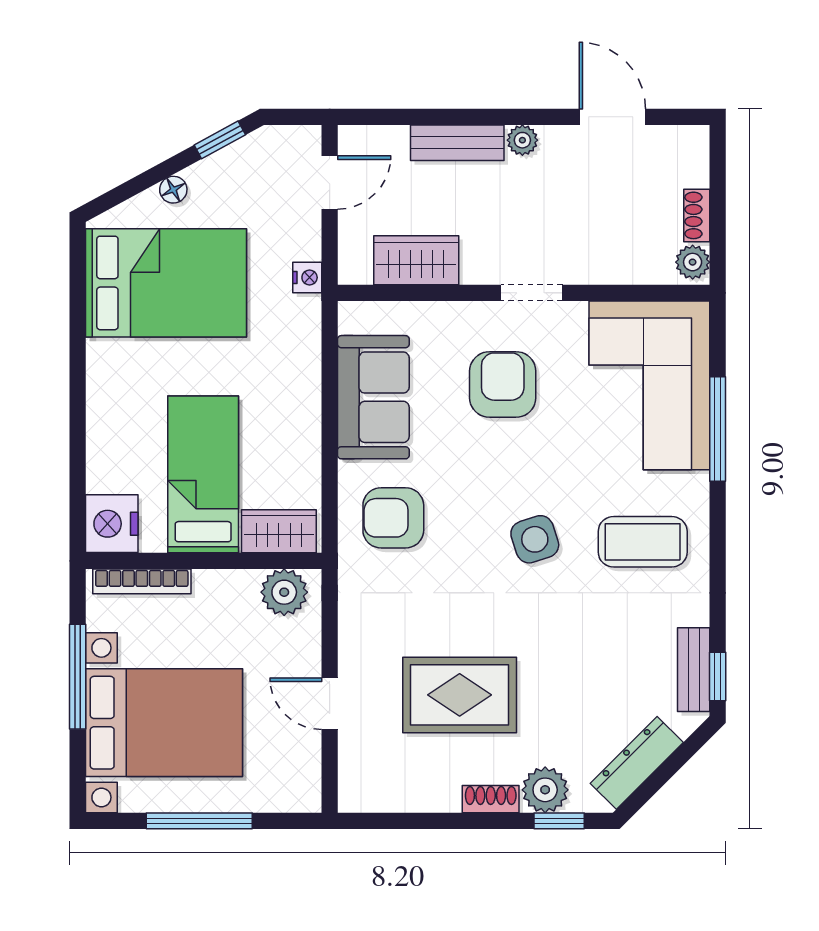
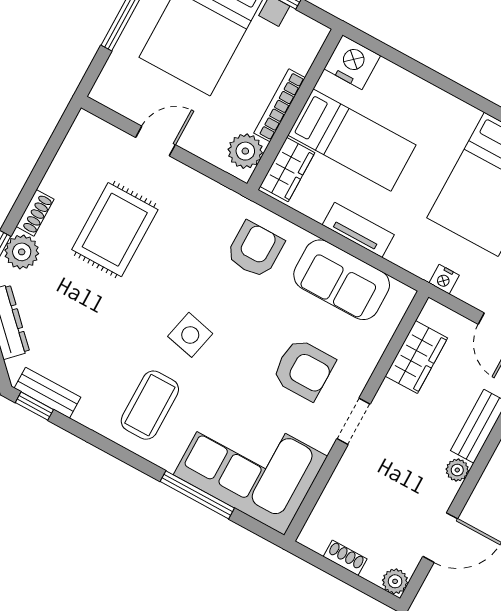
plant: (693, 262) -> (395, 581), moved
tv unit: (304, 410) -> (358, 230), added
side table: (535, 539) -> (190, 335), turned 31
bookcase: (142, 581) -> (280, 105), moved

